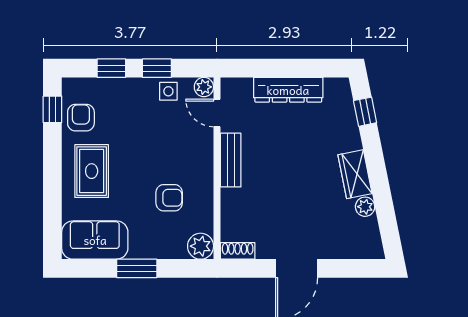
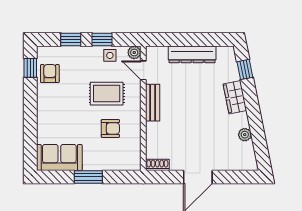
rug: (92, 171) -> (107, 94), moved, turned 90
wardrobe: (355, 174) -> (235, 97), moved
plant: (201, 246) -> (132, 162), removed

